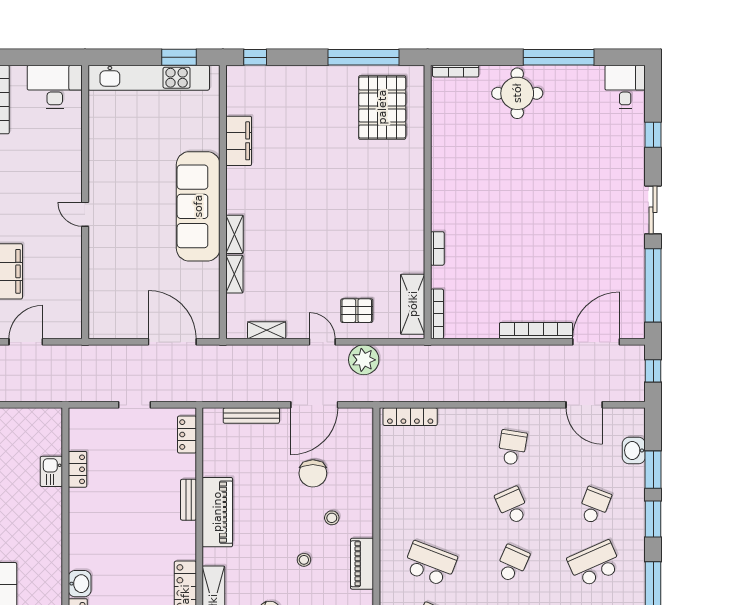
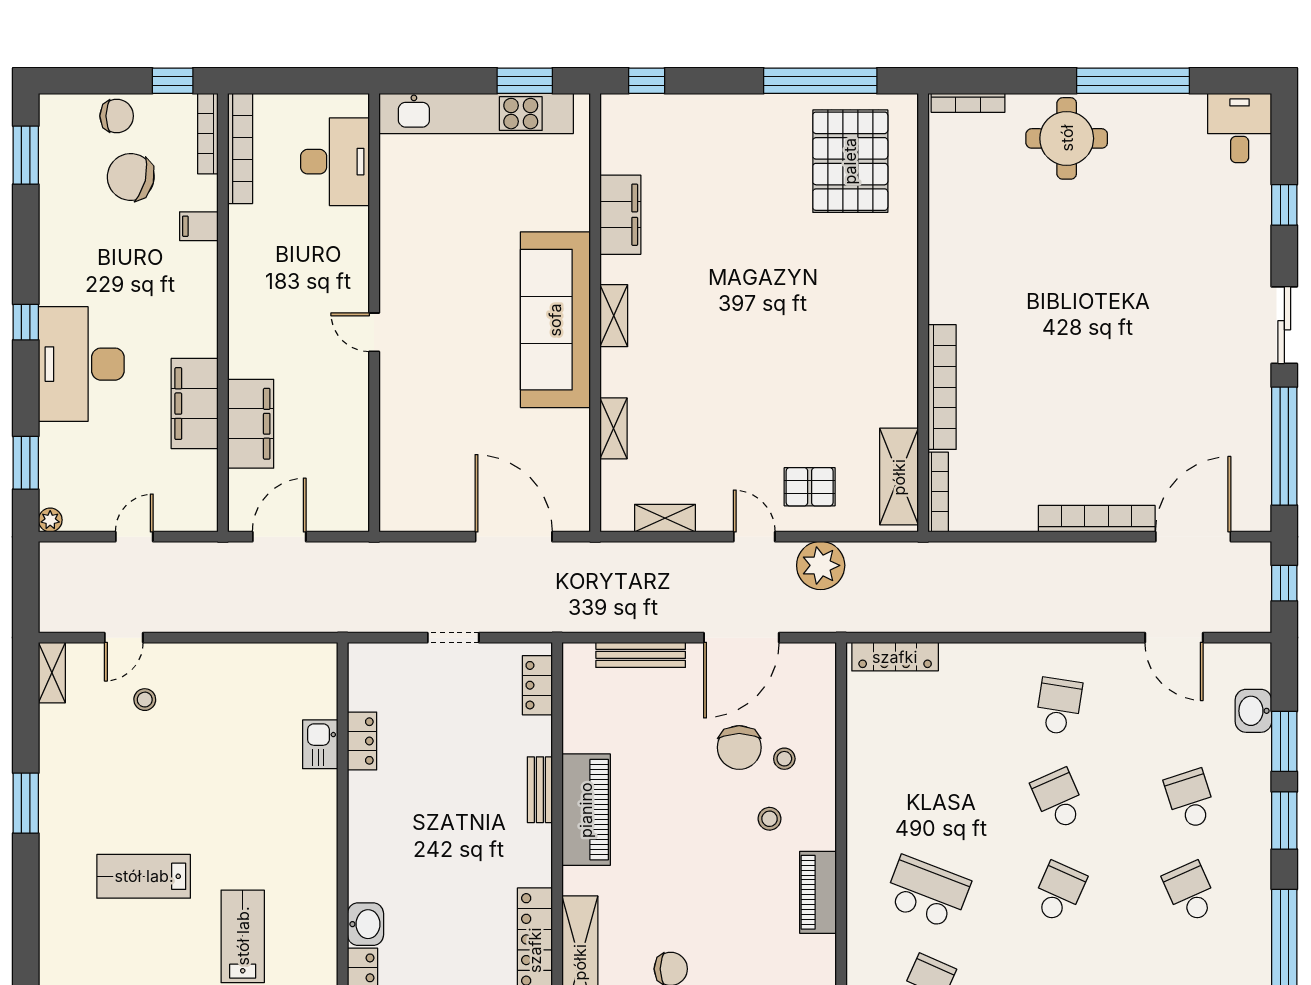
desk: (55, 87) -> (335, 162), moved, turned 90
shelving: (235, 234) -> (614, 316), moved
bookcase: (437, 248) -> (942, 387), width x2.31, depth x1.31
school desk: (594, 506) -> (1190, 799), turned -39
stool: (304, 560) -> (784, 759), moved
school desk: (594, 564) -> (1190, 892), width x0.54

